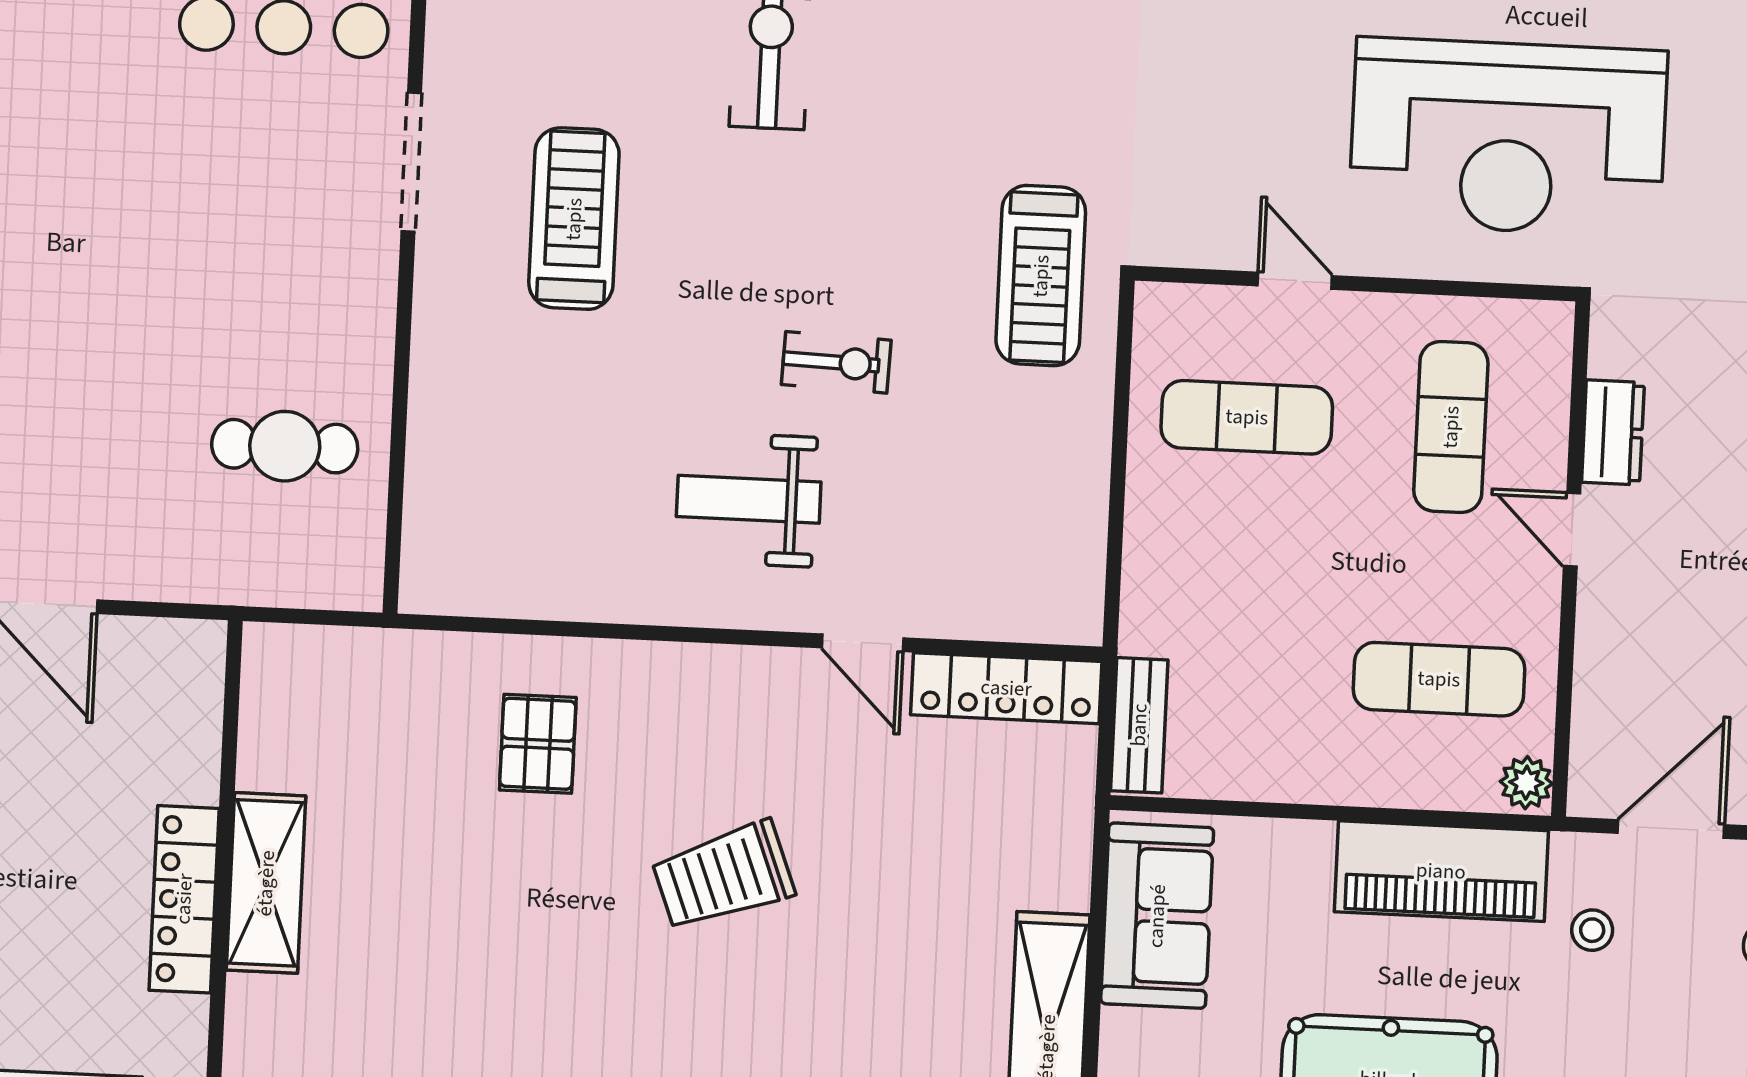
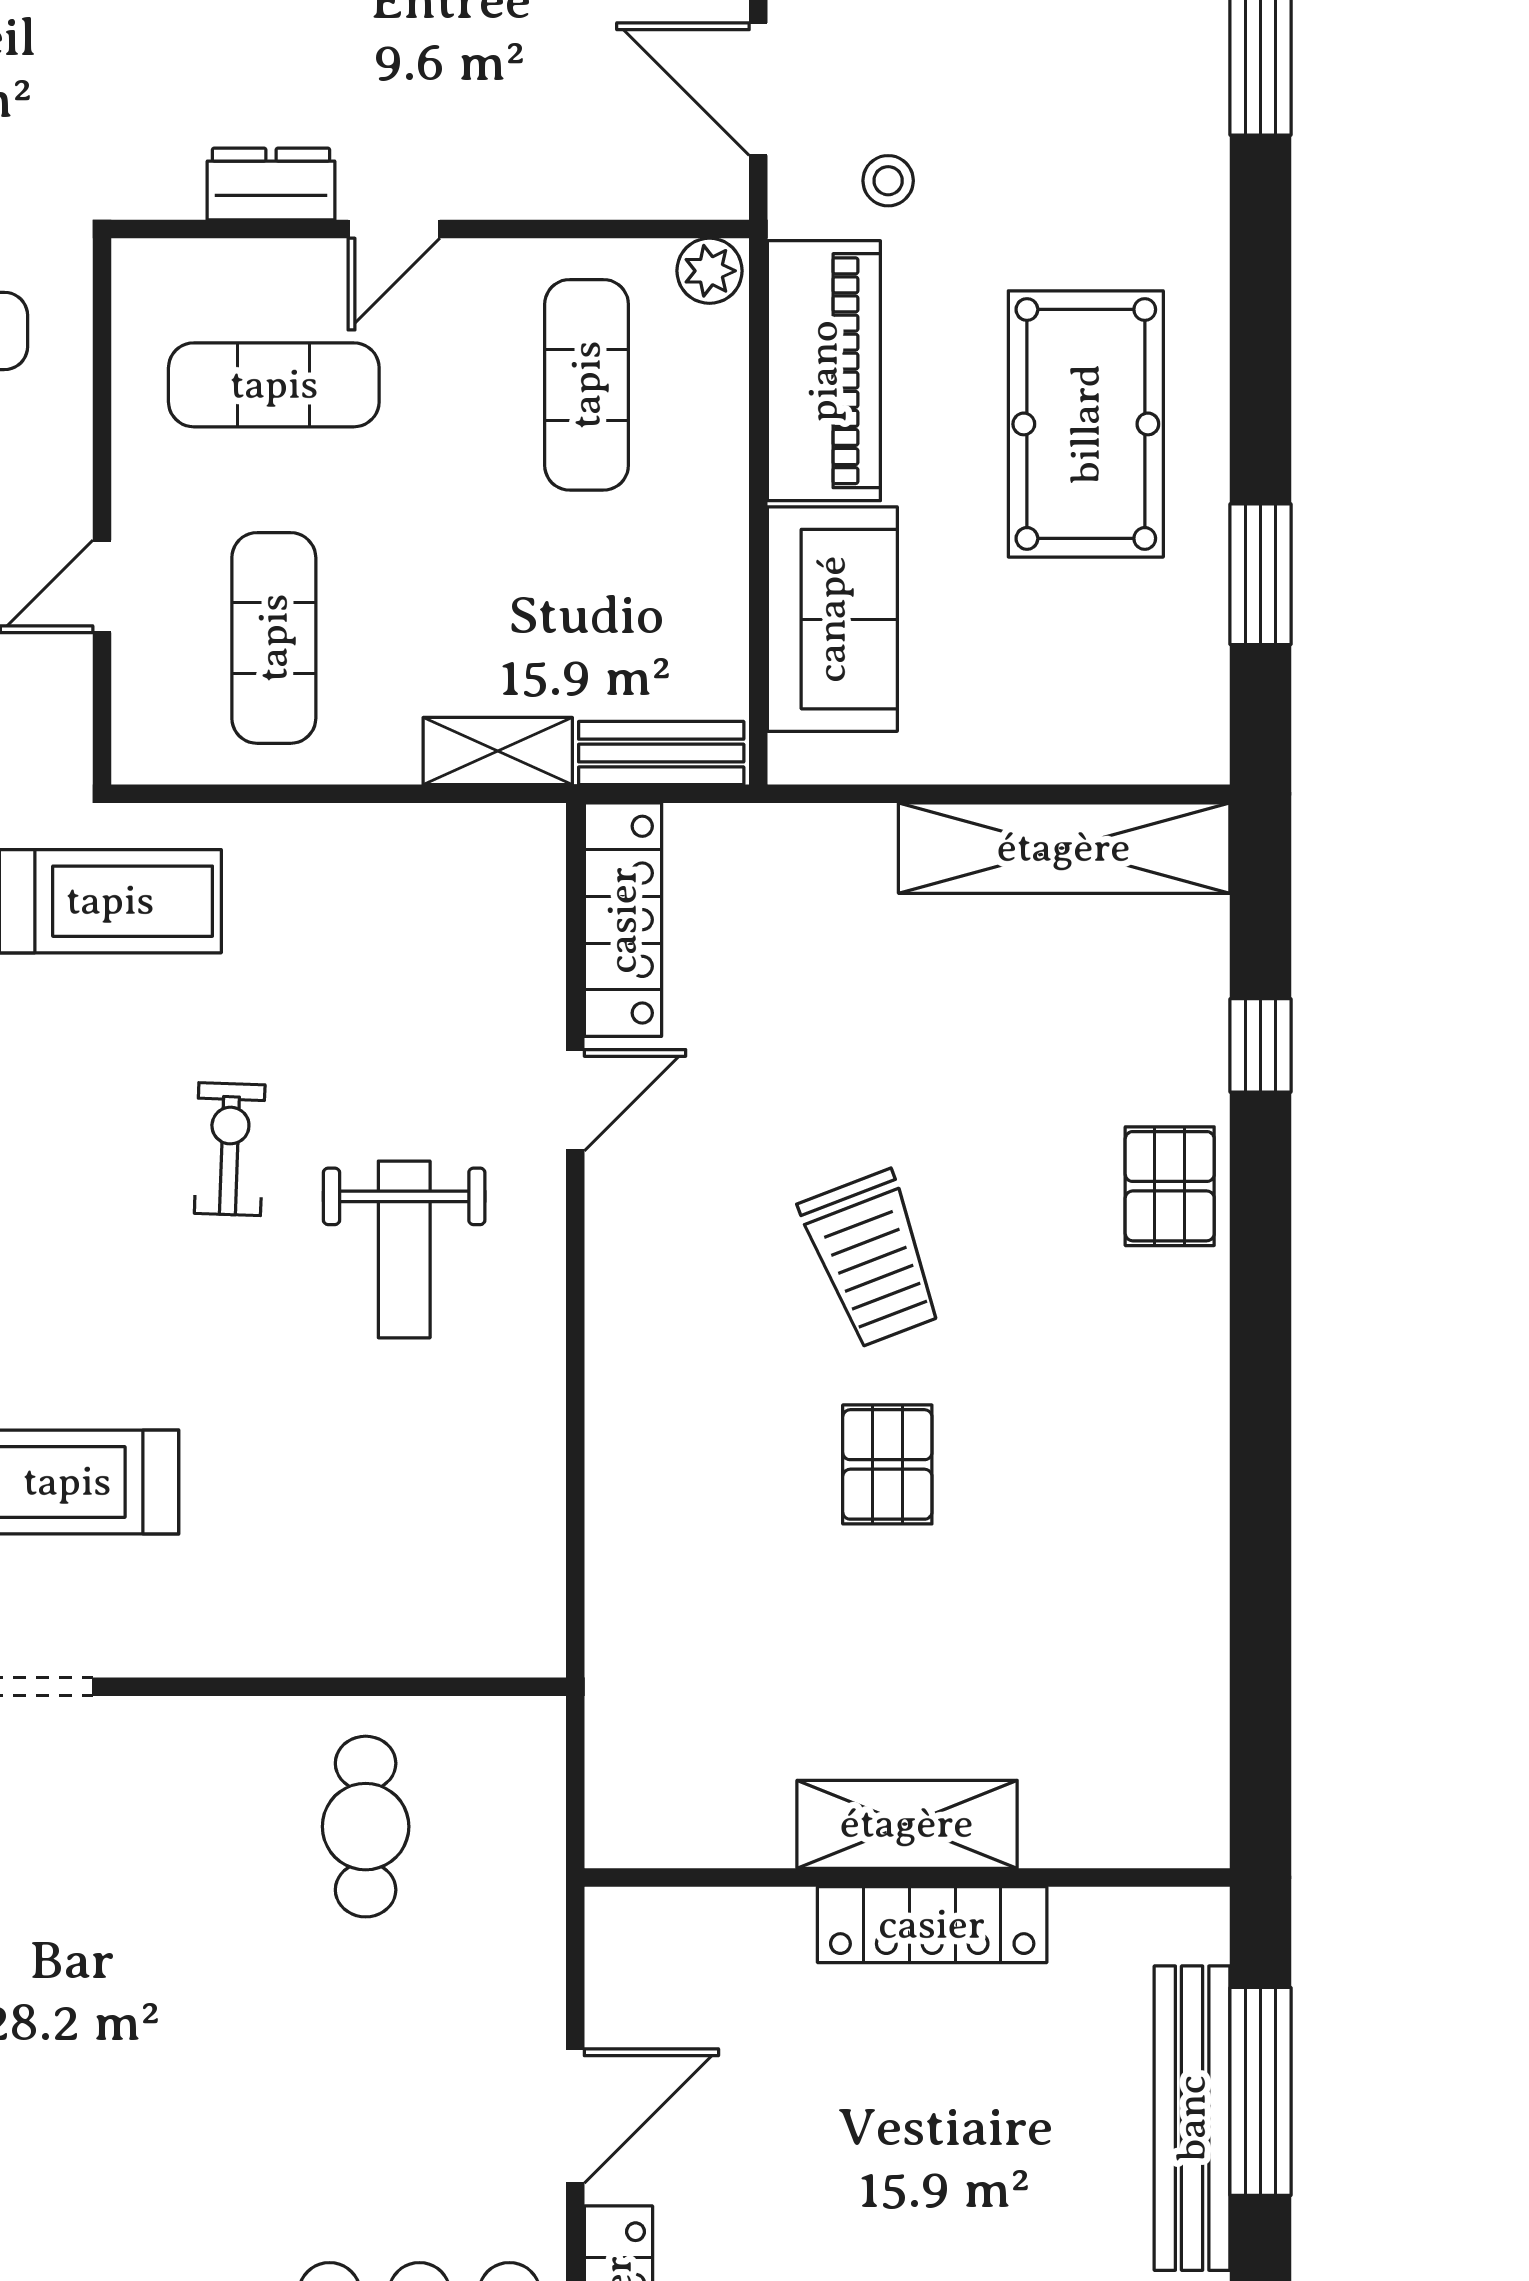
shelving: (1147, 594) -> (498, 751), added
pallet: (538, 744) -> (887, 1464), moved, turned 90
sofa: (1157, 916) -> (832, 619), moved, turned 90

